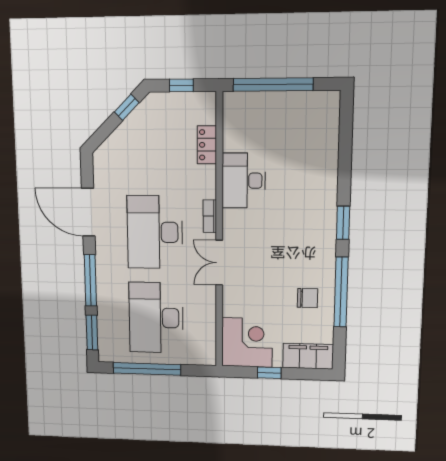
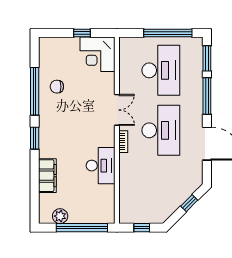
plant: (307, 102) -> (60, 216), added
window: (127, 107) -> (189, 203), moved
locker: (207, 145) -> (125, 189), removed
filing cabinet: (308, 356) -> (47, 176), moved, turned -90

